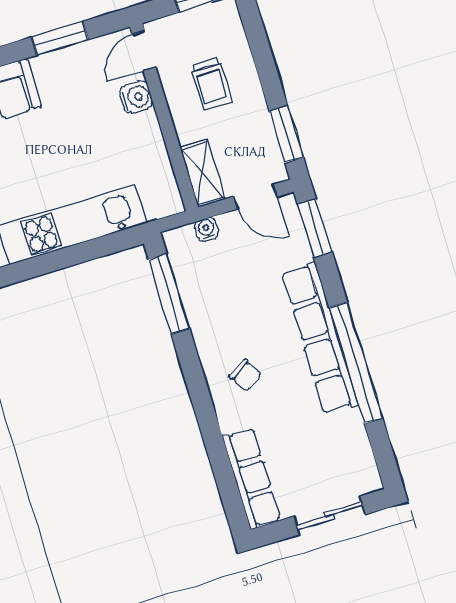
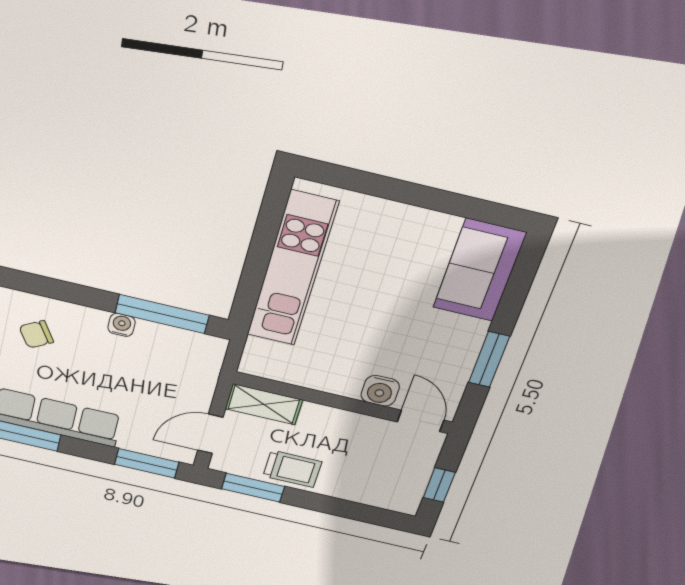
trolley: (211, 84) -> (292, 469), moved, turned 180
water cooler: (206, 229) -> (122, 325), moved, turned -90

